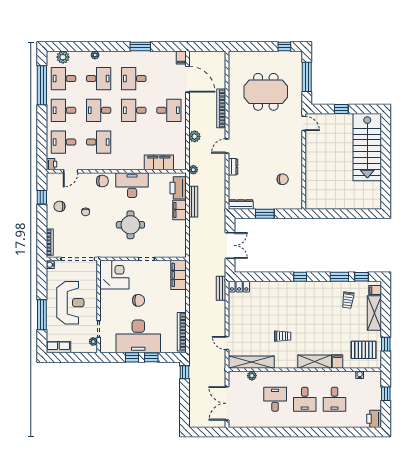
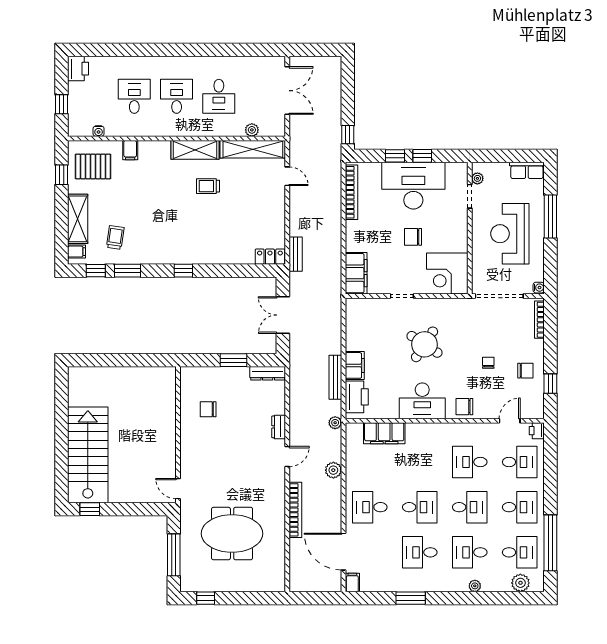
desk: (134, 79) -> (420, 552), turned 180
window: (341, 109) -> (90, 509), moved
round table: (130, 225) -> (425, 344), turned 33
shelving: (315, 362) -> (195, 150), moved

